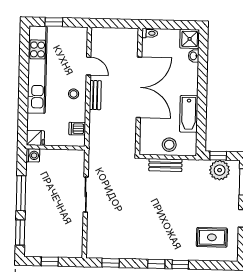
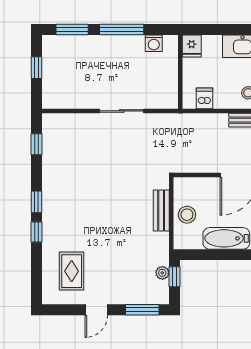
washing machine: (33, 155) -> (154, 43), moved
plant: (220, 170) -> (162, 273), width x0.53, depth x0.53

